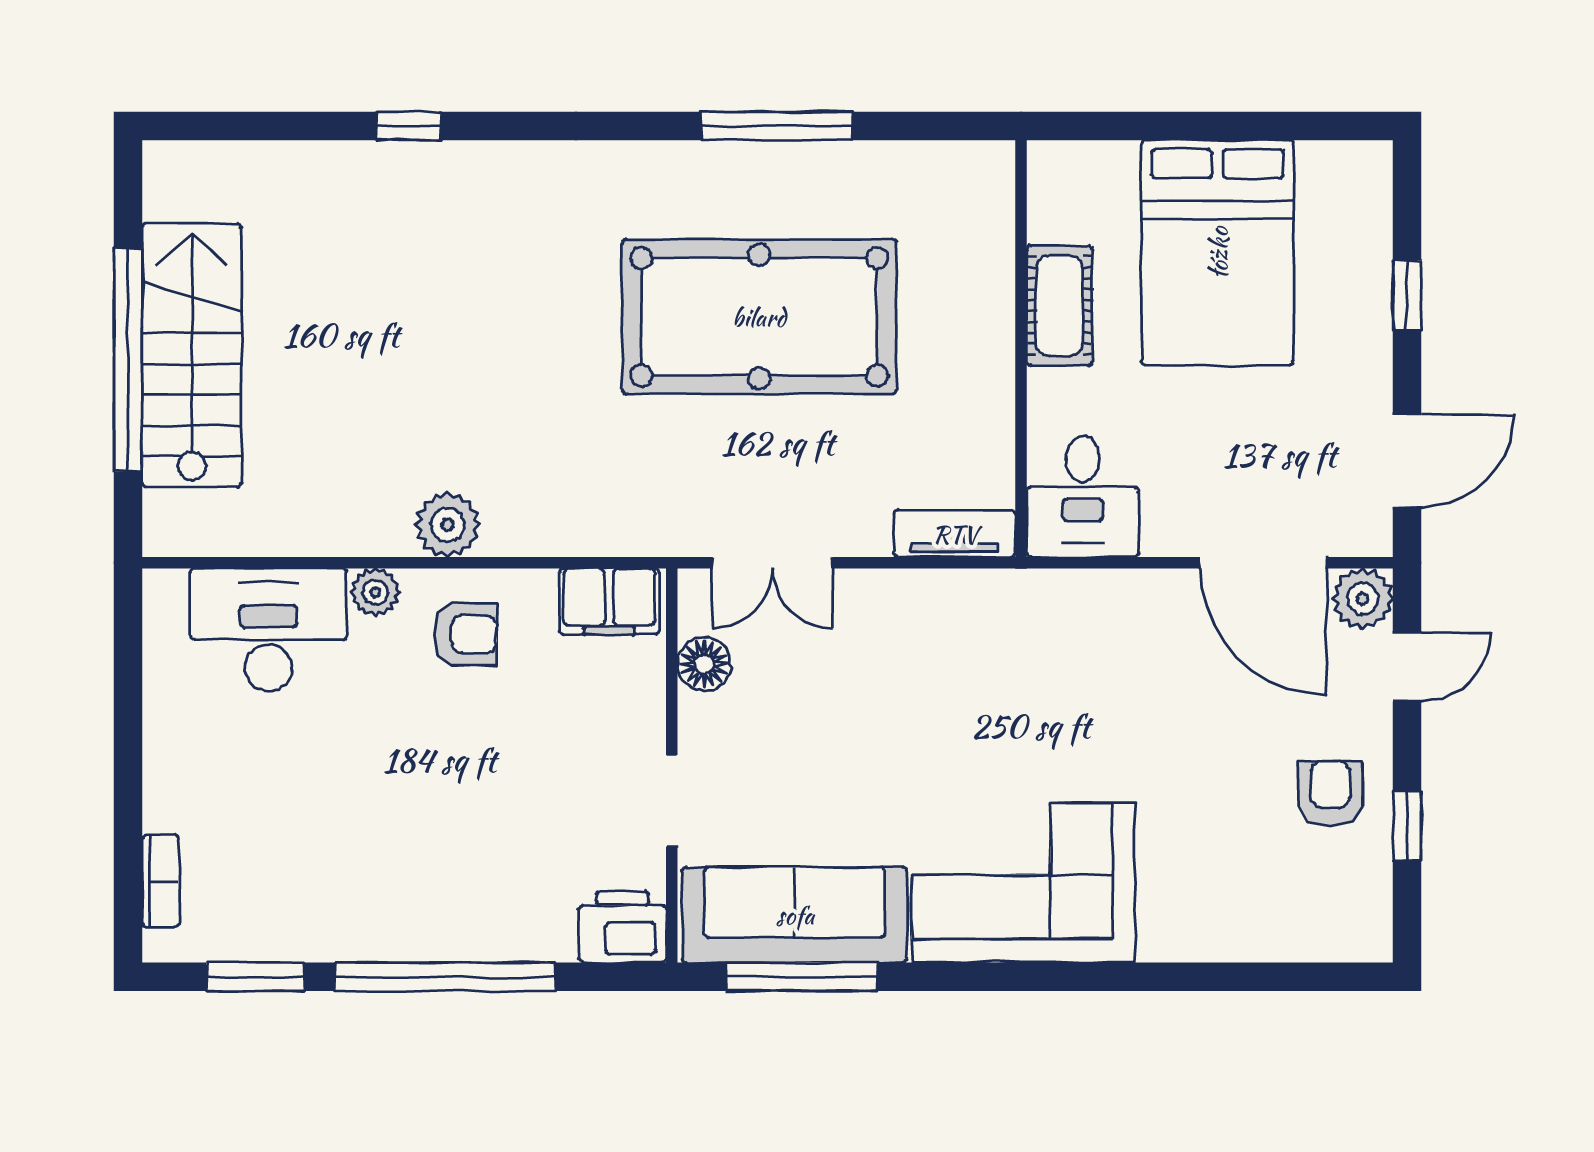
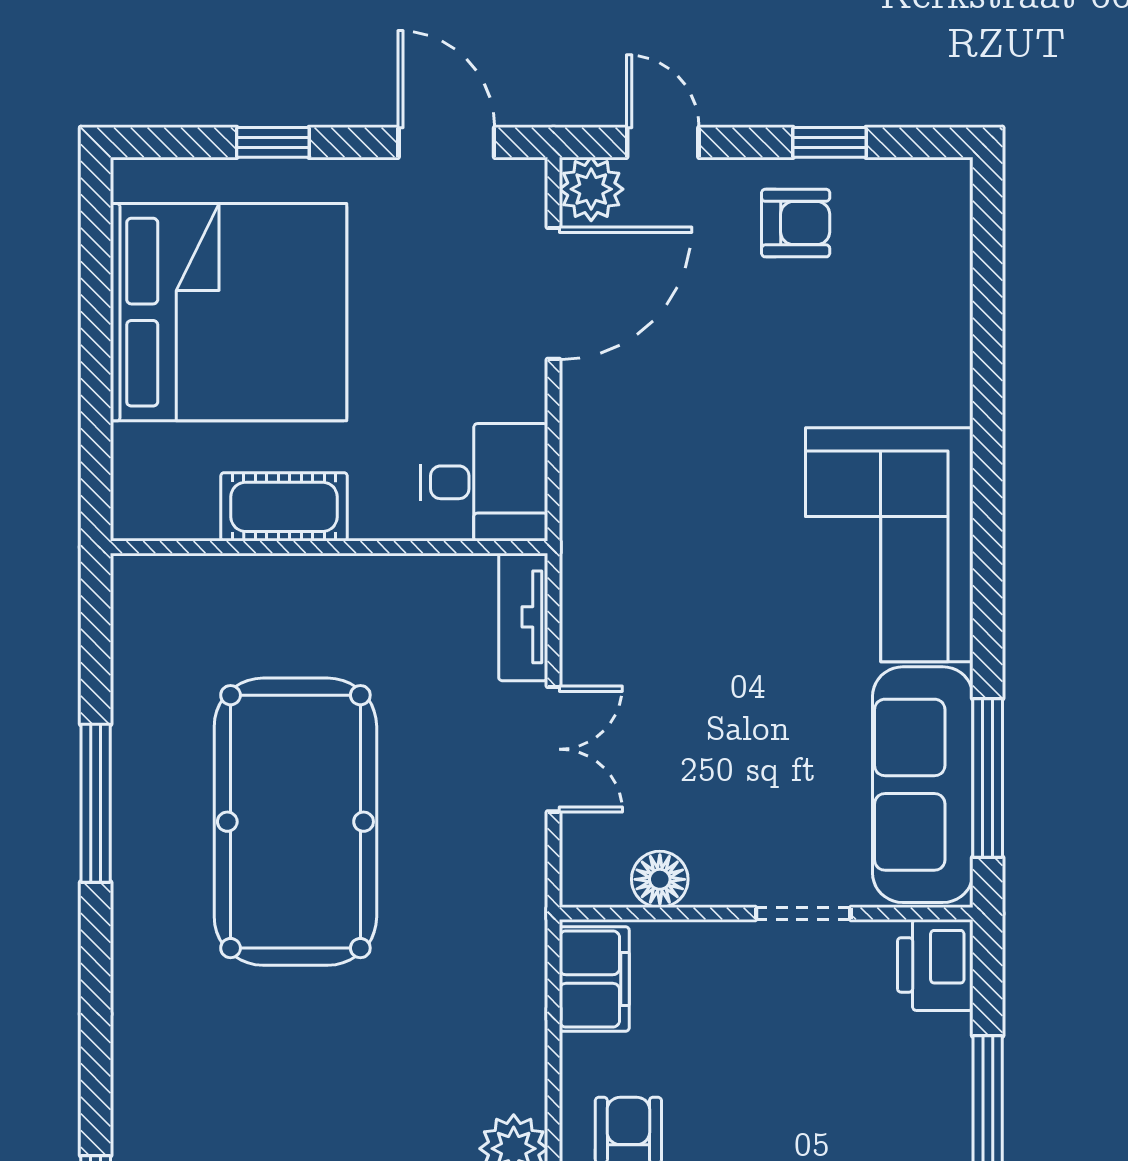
bed: (1218, 253) -> (228, 312), width x1.36
double door: (773, 563) -> (553, 749), moved
armchair: (1330, 794) -> (796, 223), turned 180

